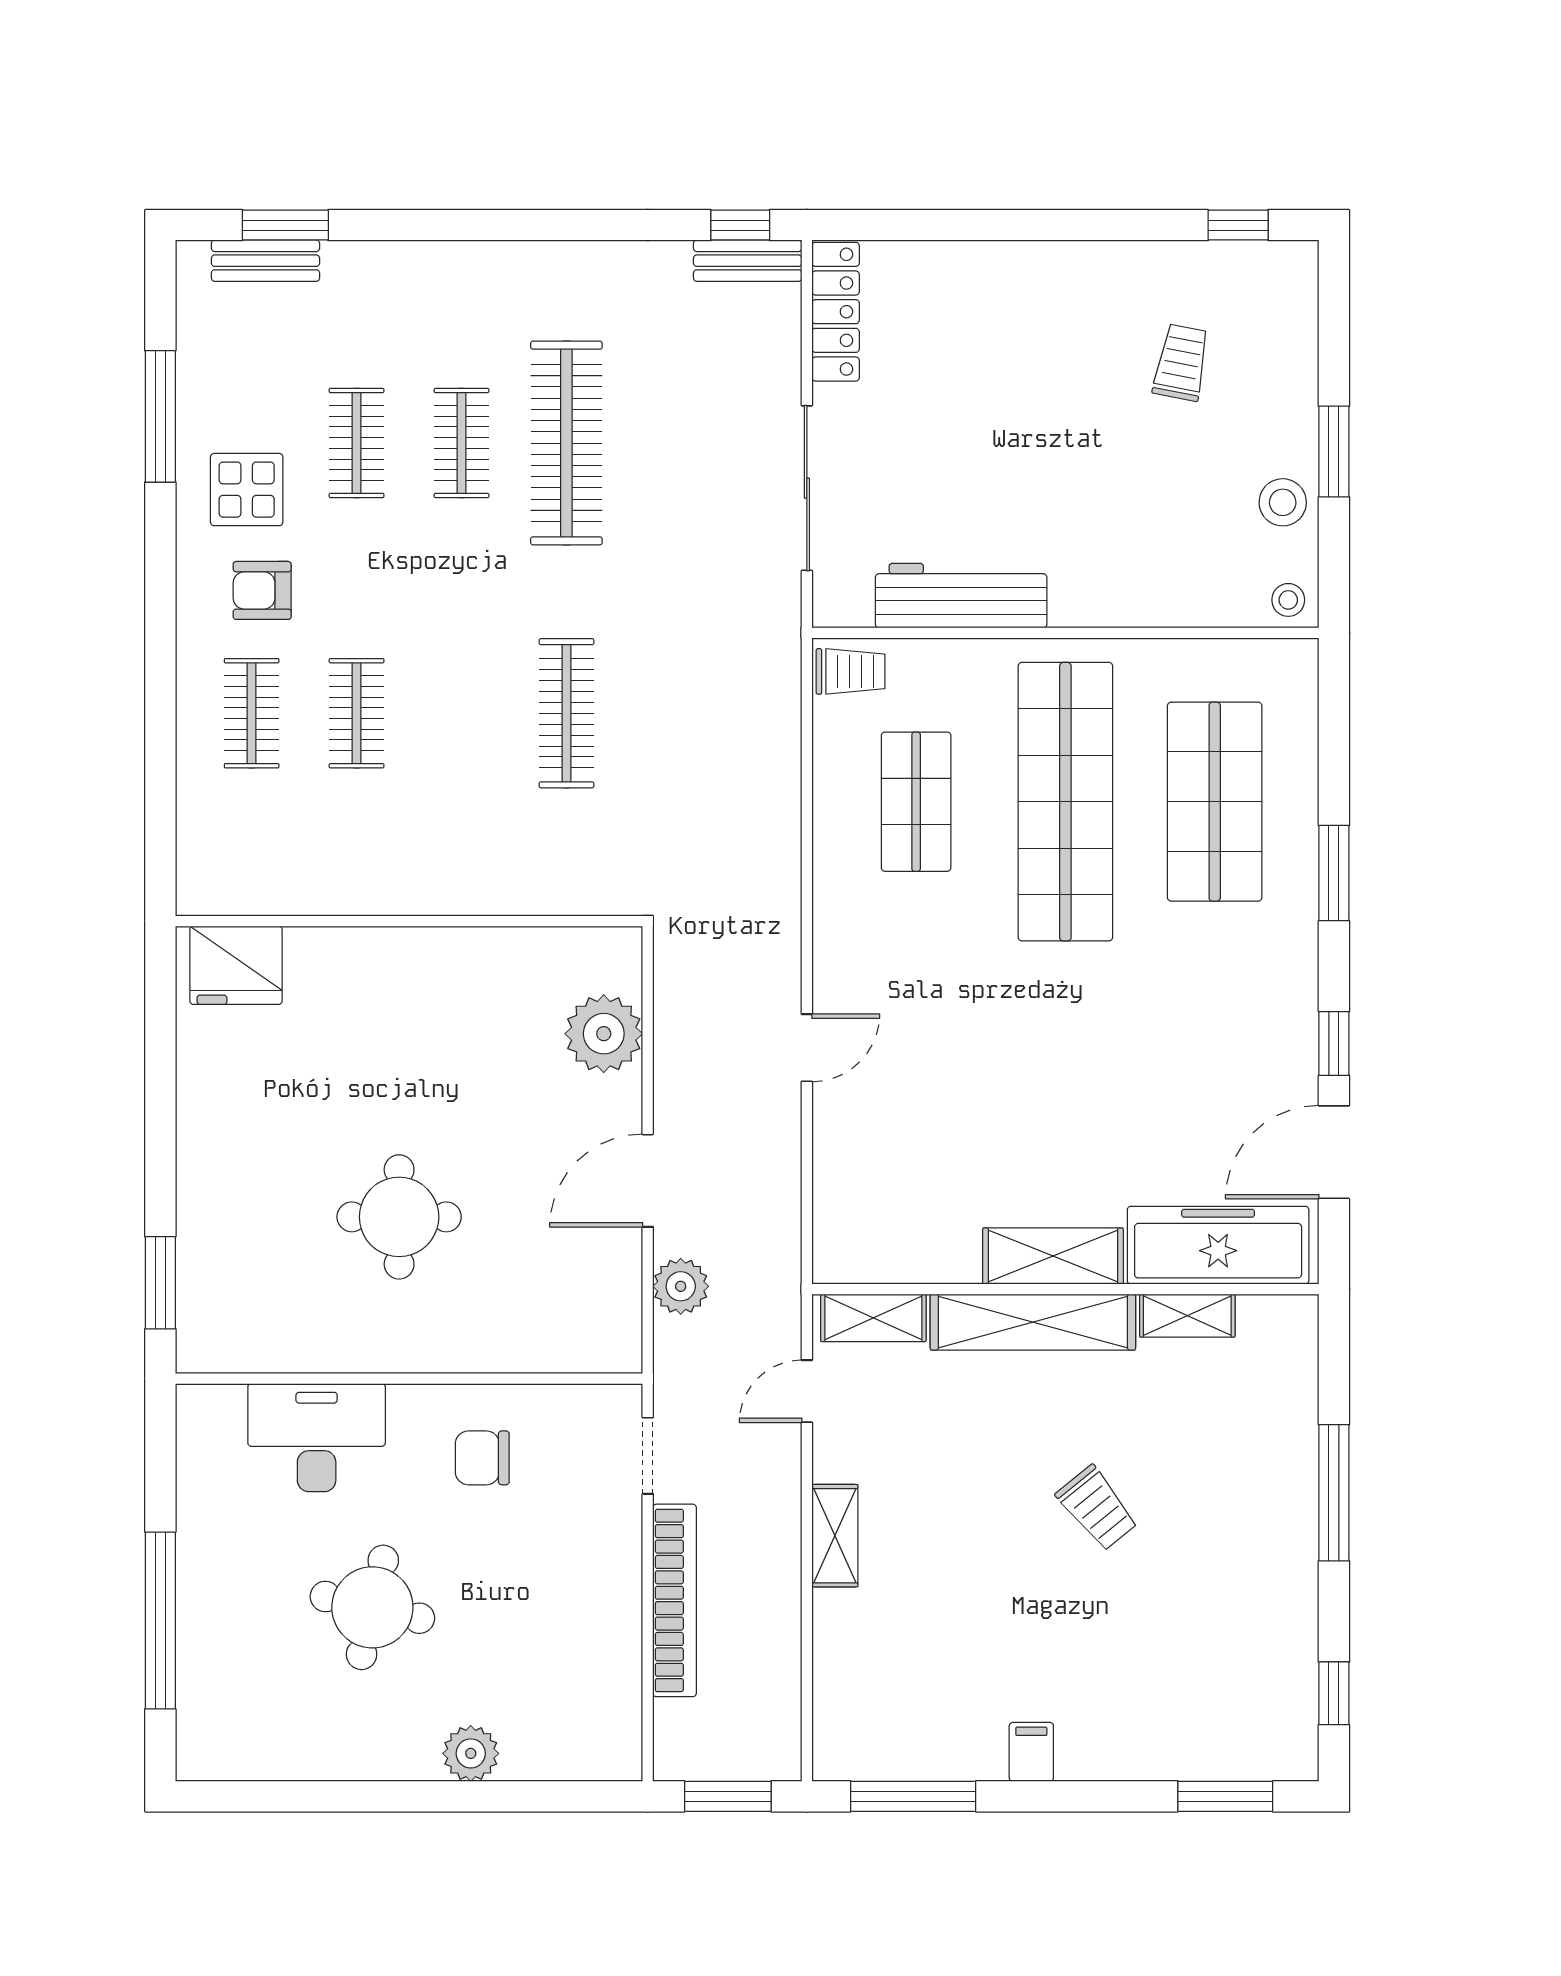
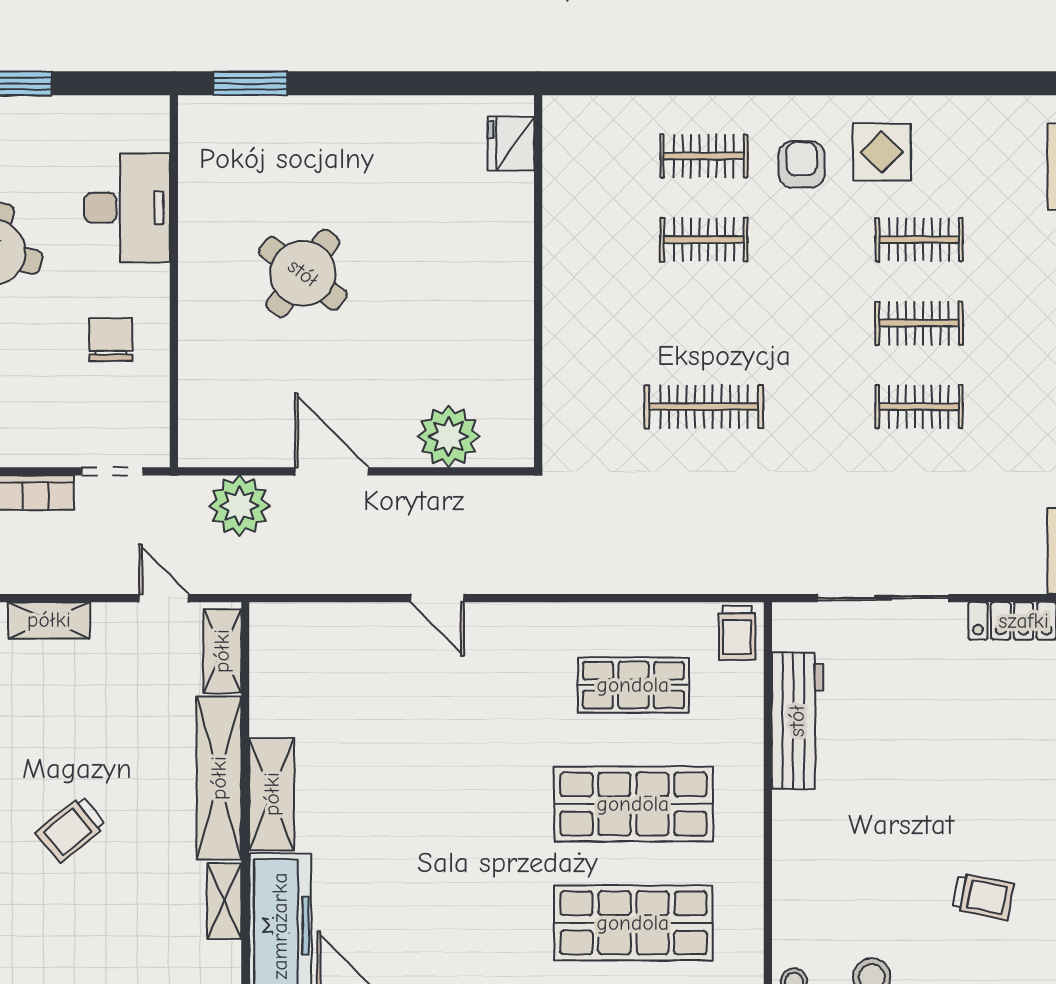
window: (160, 416) -> (940, 83), removed
clothes rail: (566, 443) -> (919, 407), width x0.54, depth x0.76
shop shelf: (1065, 802) -> (633, 804), width x0.71
fridge: (236, 965) -> (511, 144), width x0.73, depth x0.75
round table: (399, 1217) -> (303, 273), turned 37
plant: (681, 1286) -> (239, 506), width x1.36, depth x1.36

